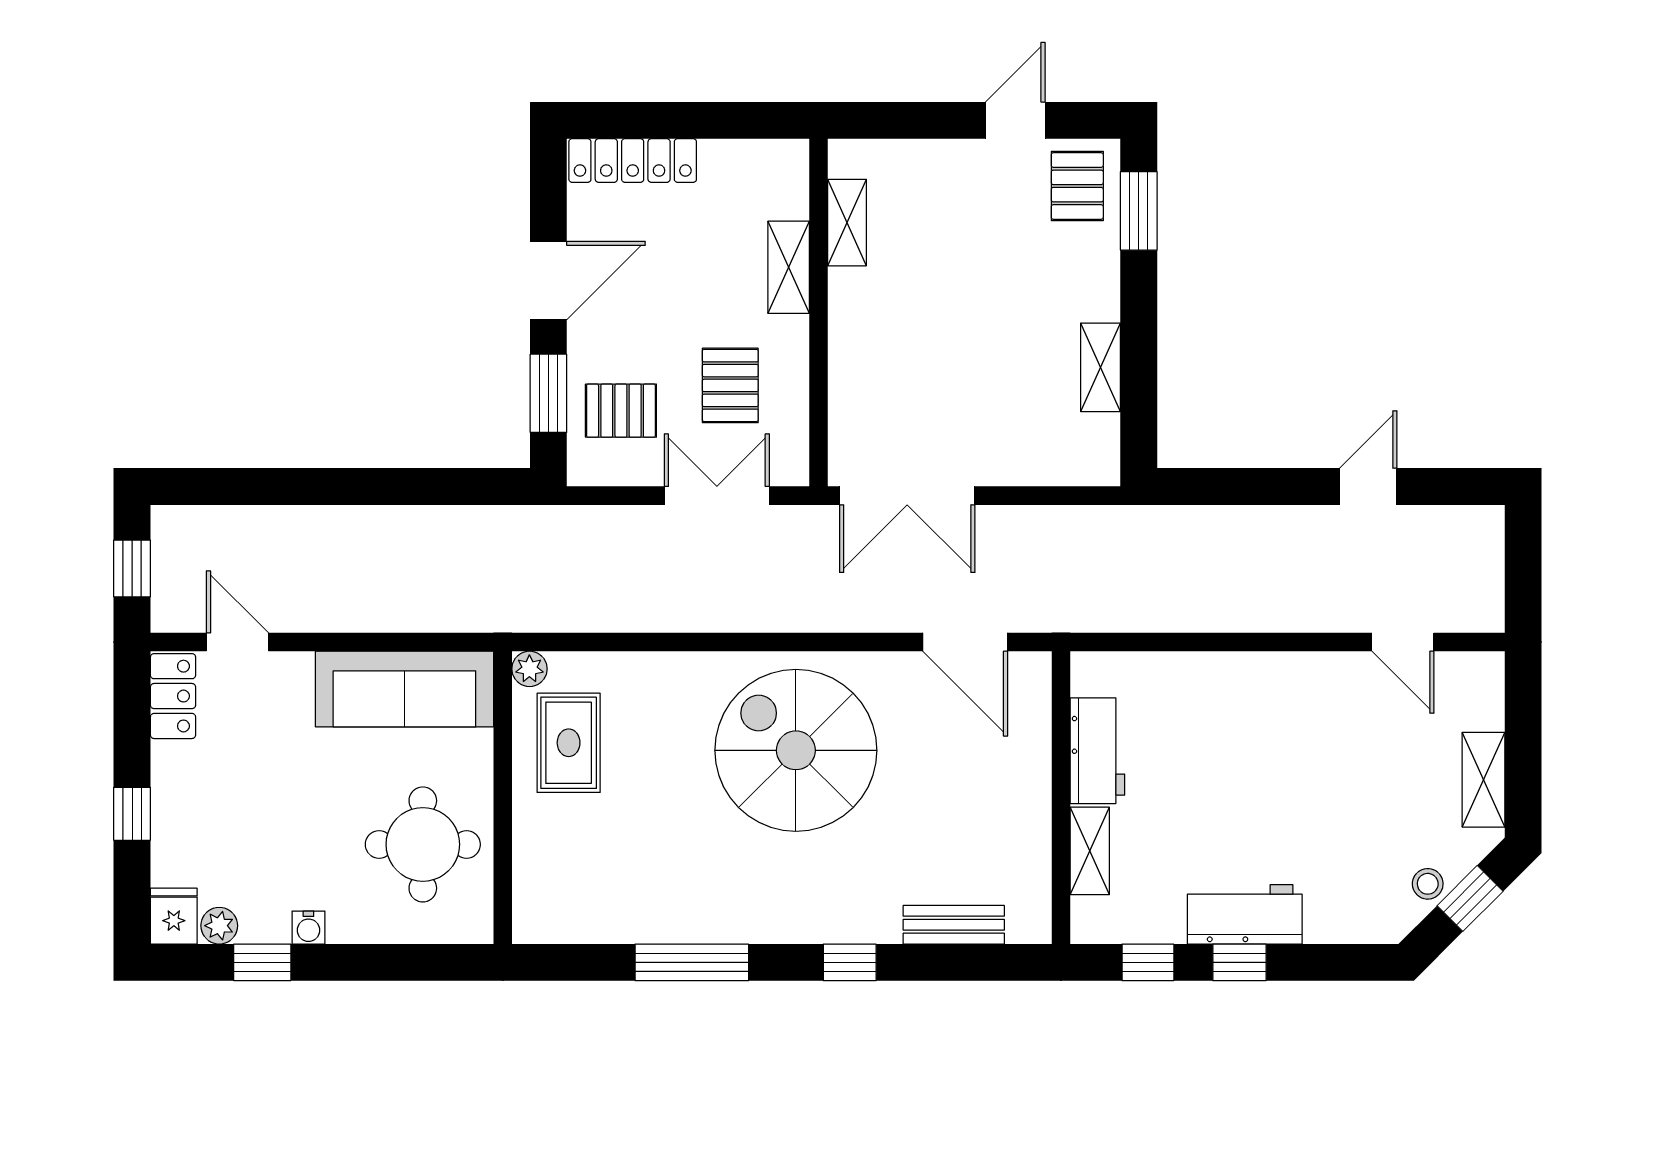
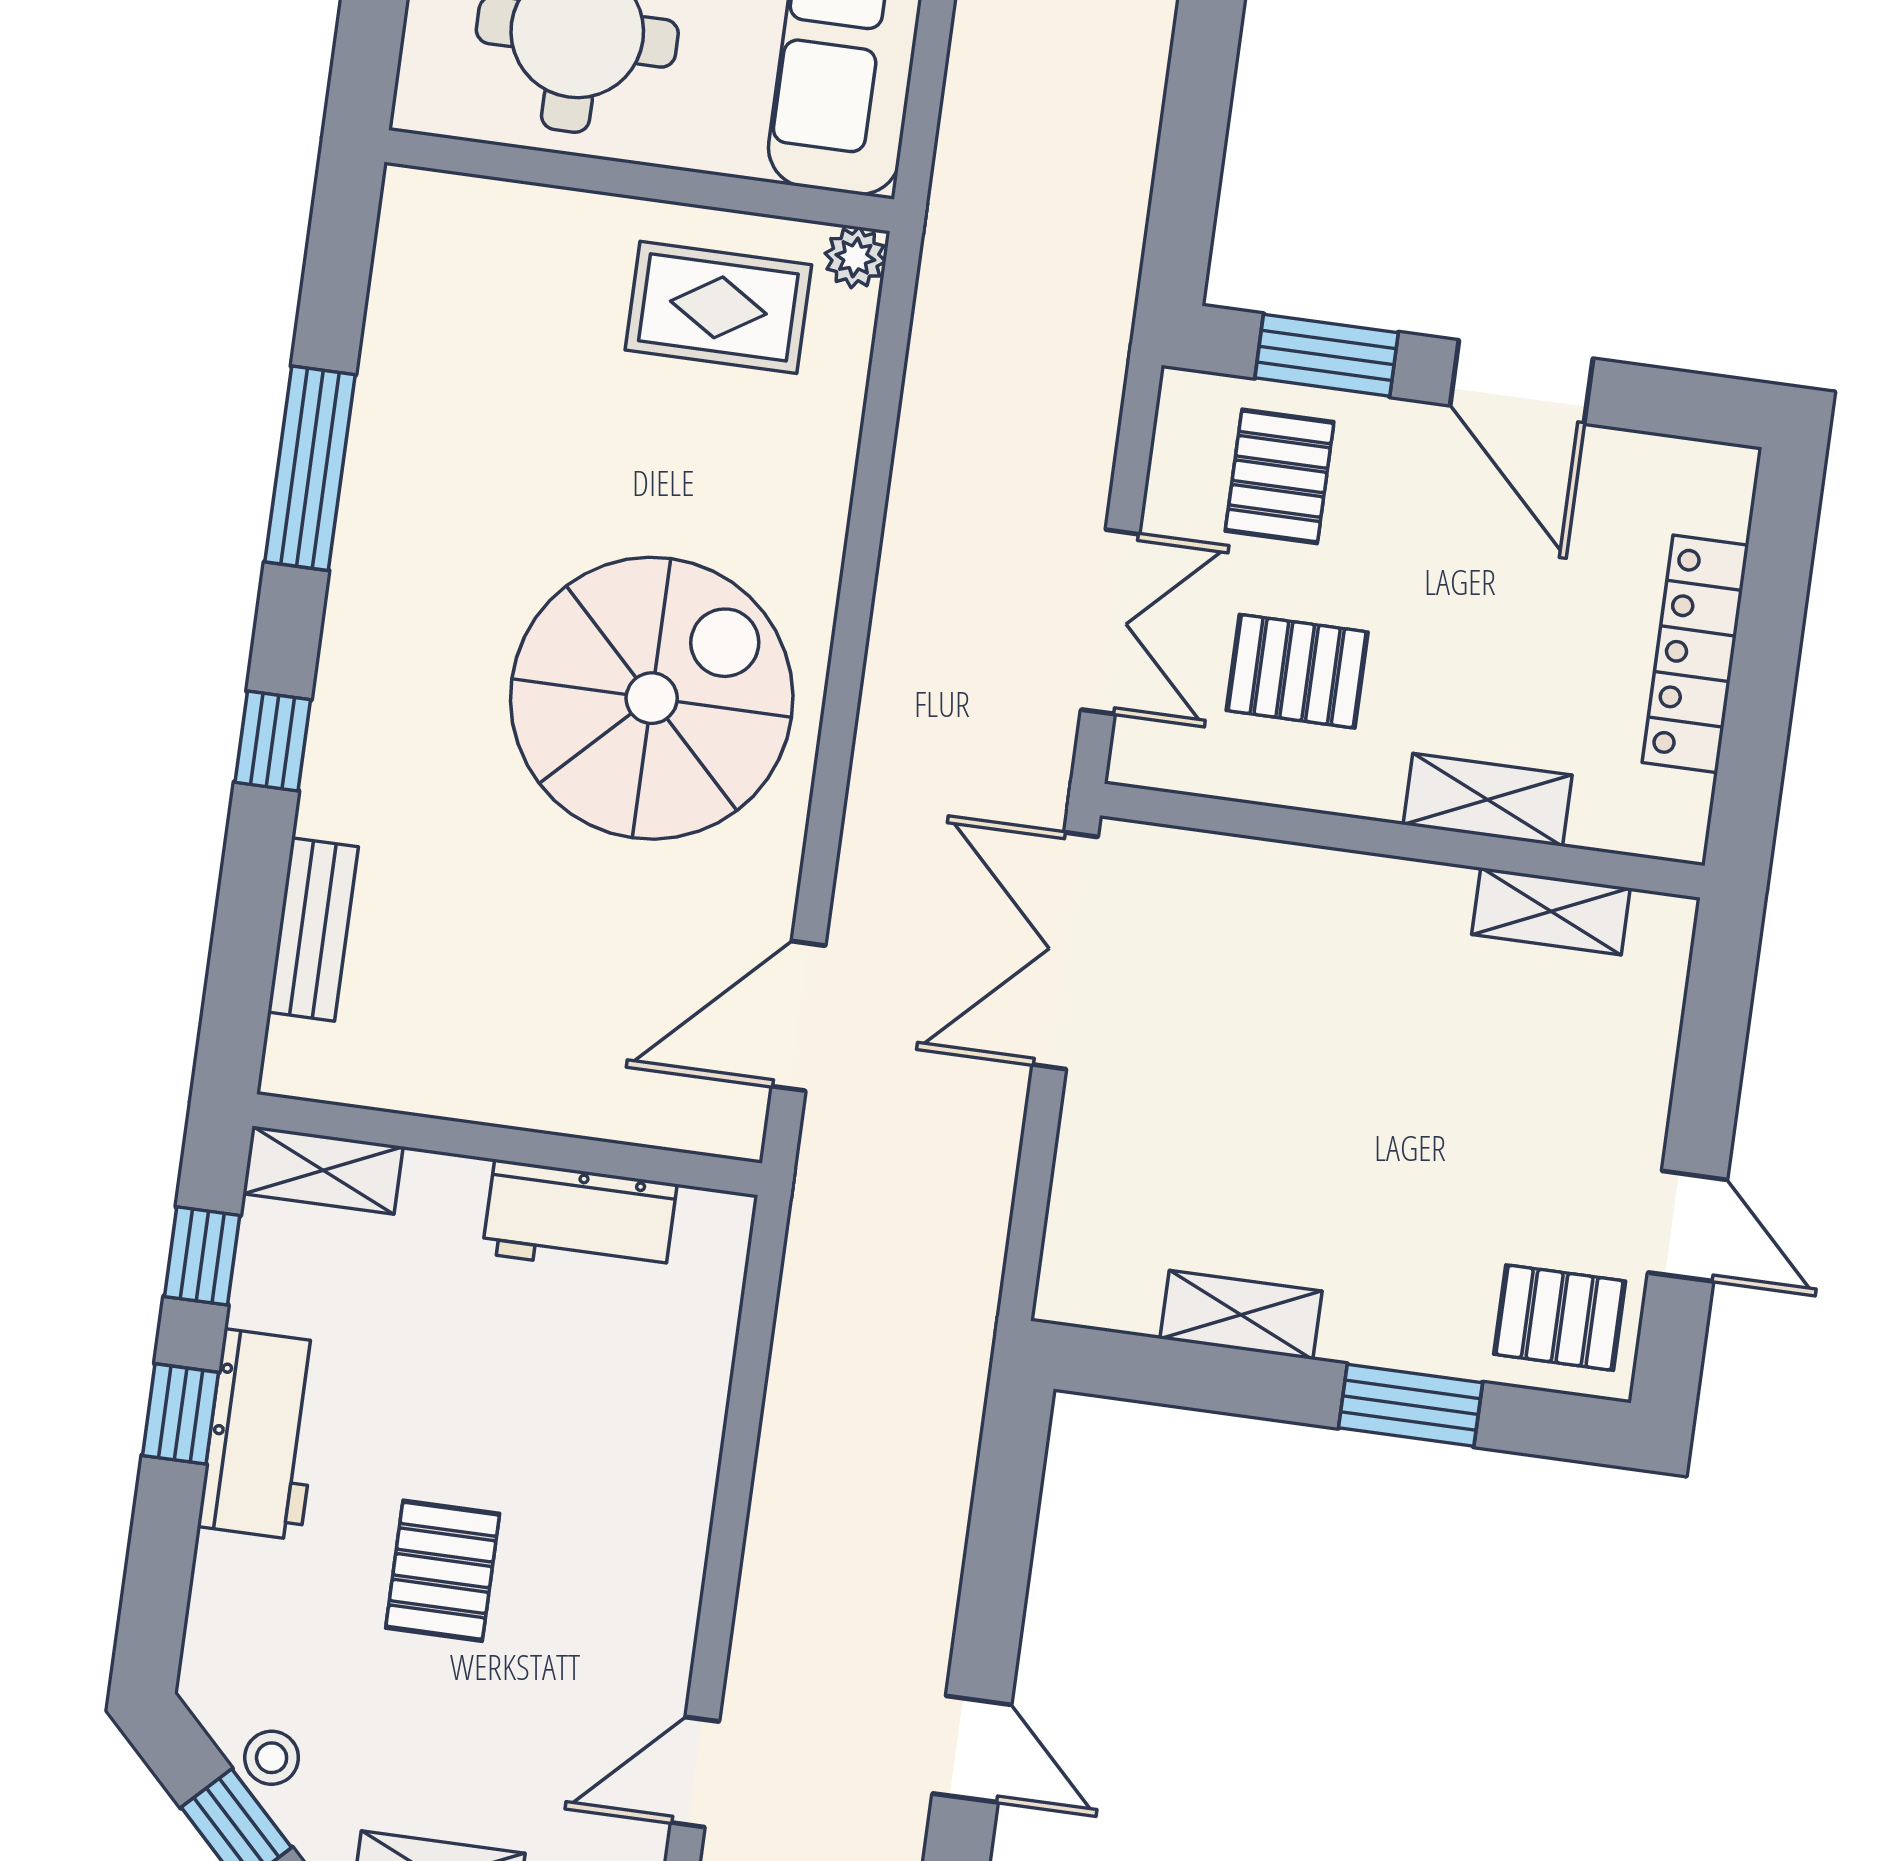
locker: (633, 161) -> (1695, 654), moved
window: (1139, 211) -> (1410, 1405), moved
pallet: (1308, 801) -> (443, 1571), added
shelving: (1090, 851) -> (323, 1170), moved

